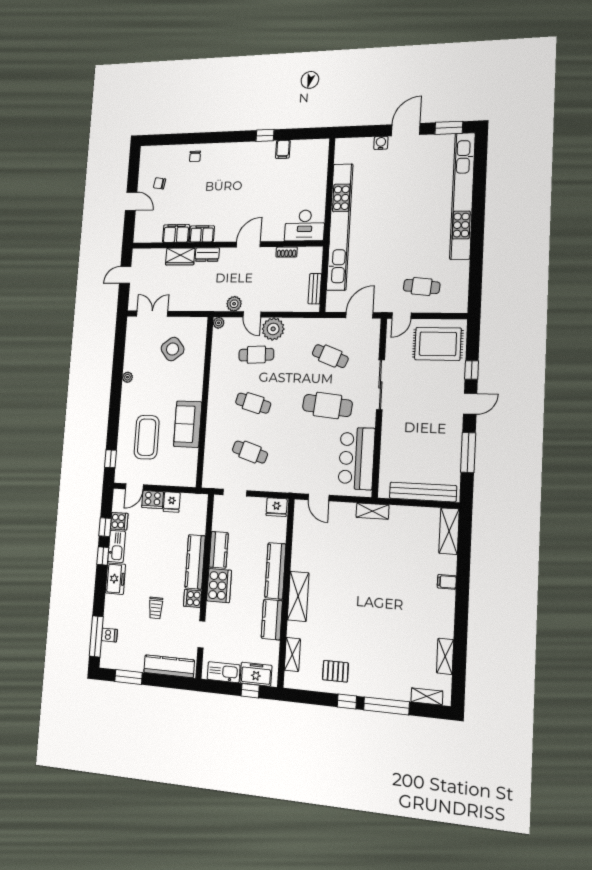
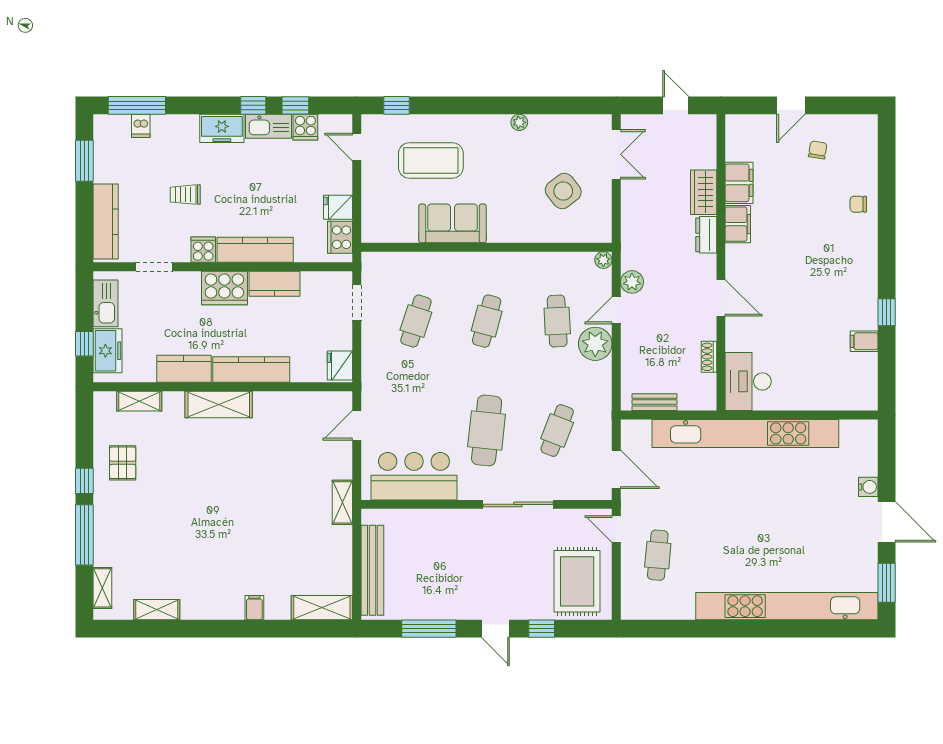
cooker: (153, 500) -> (340, 237), moved

